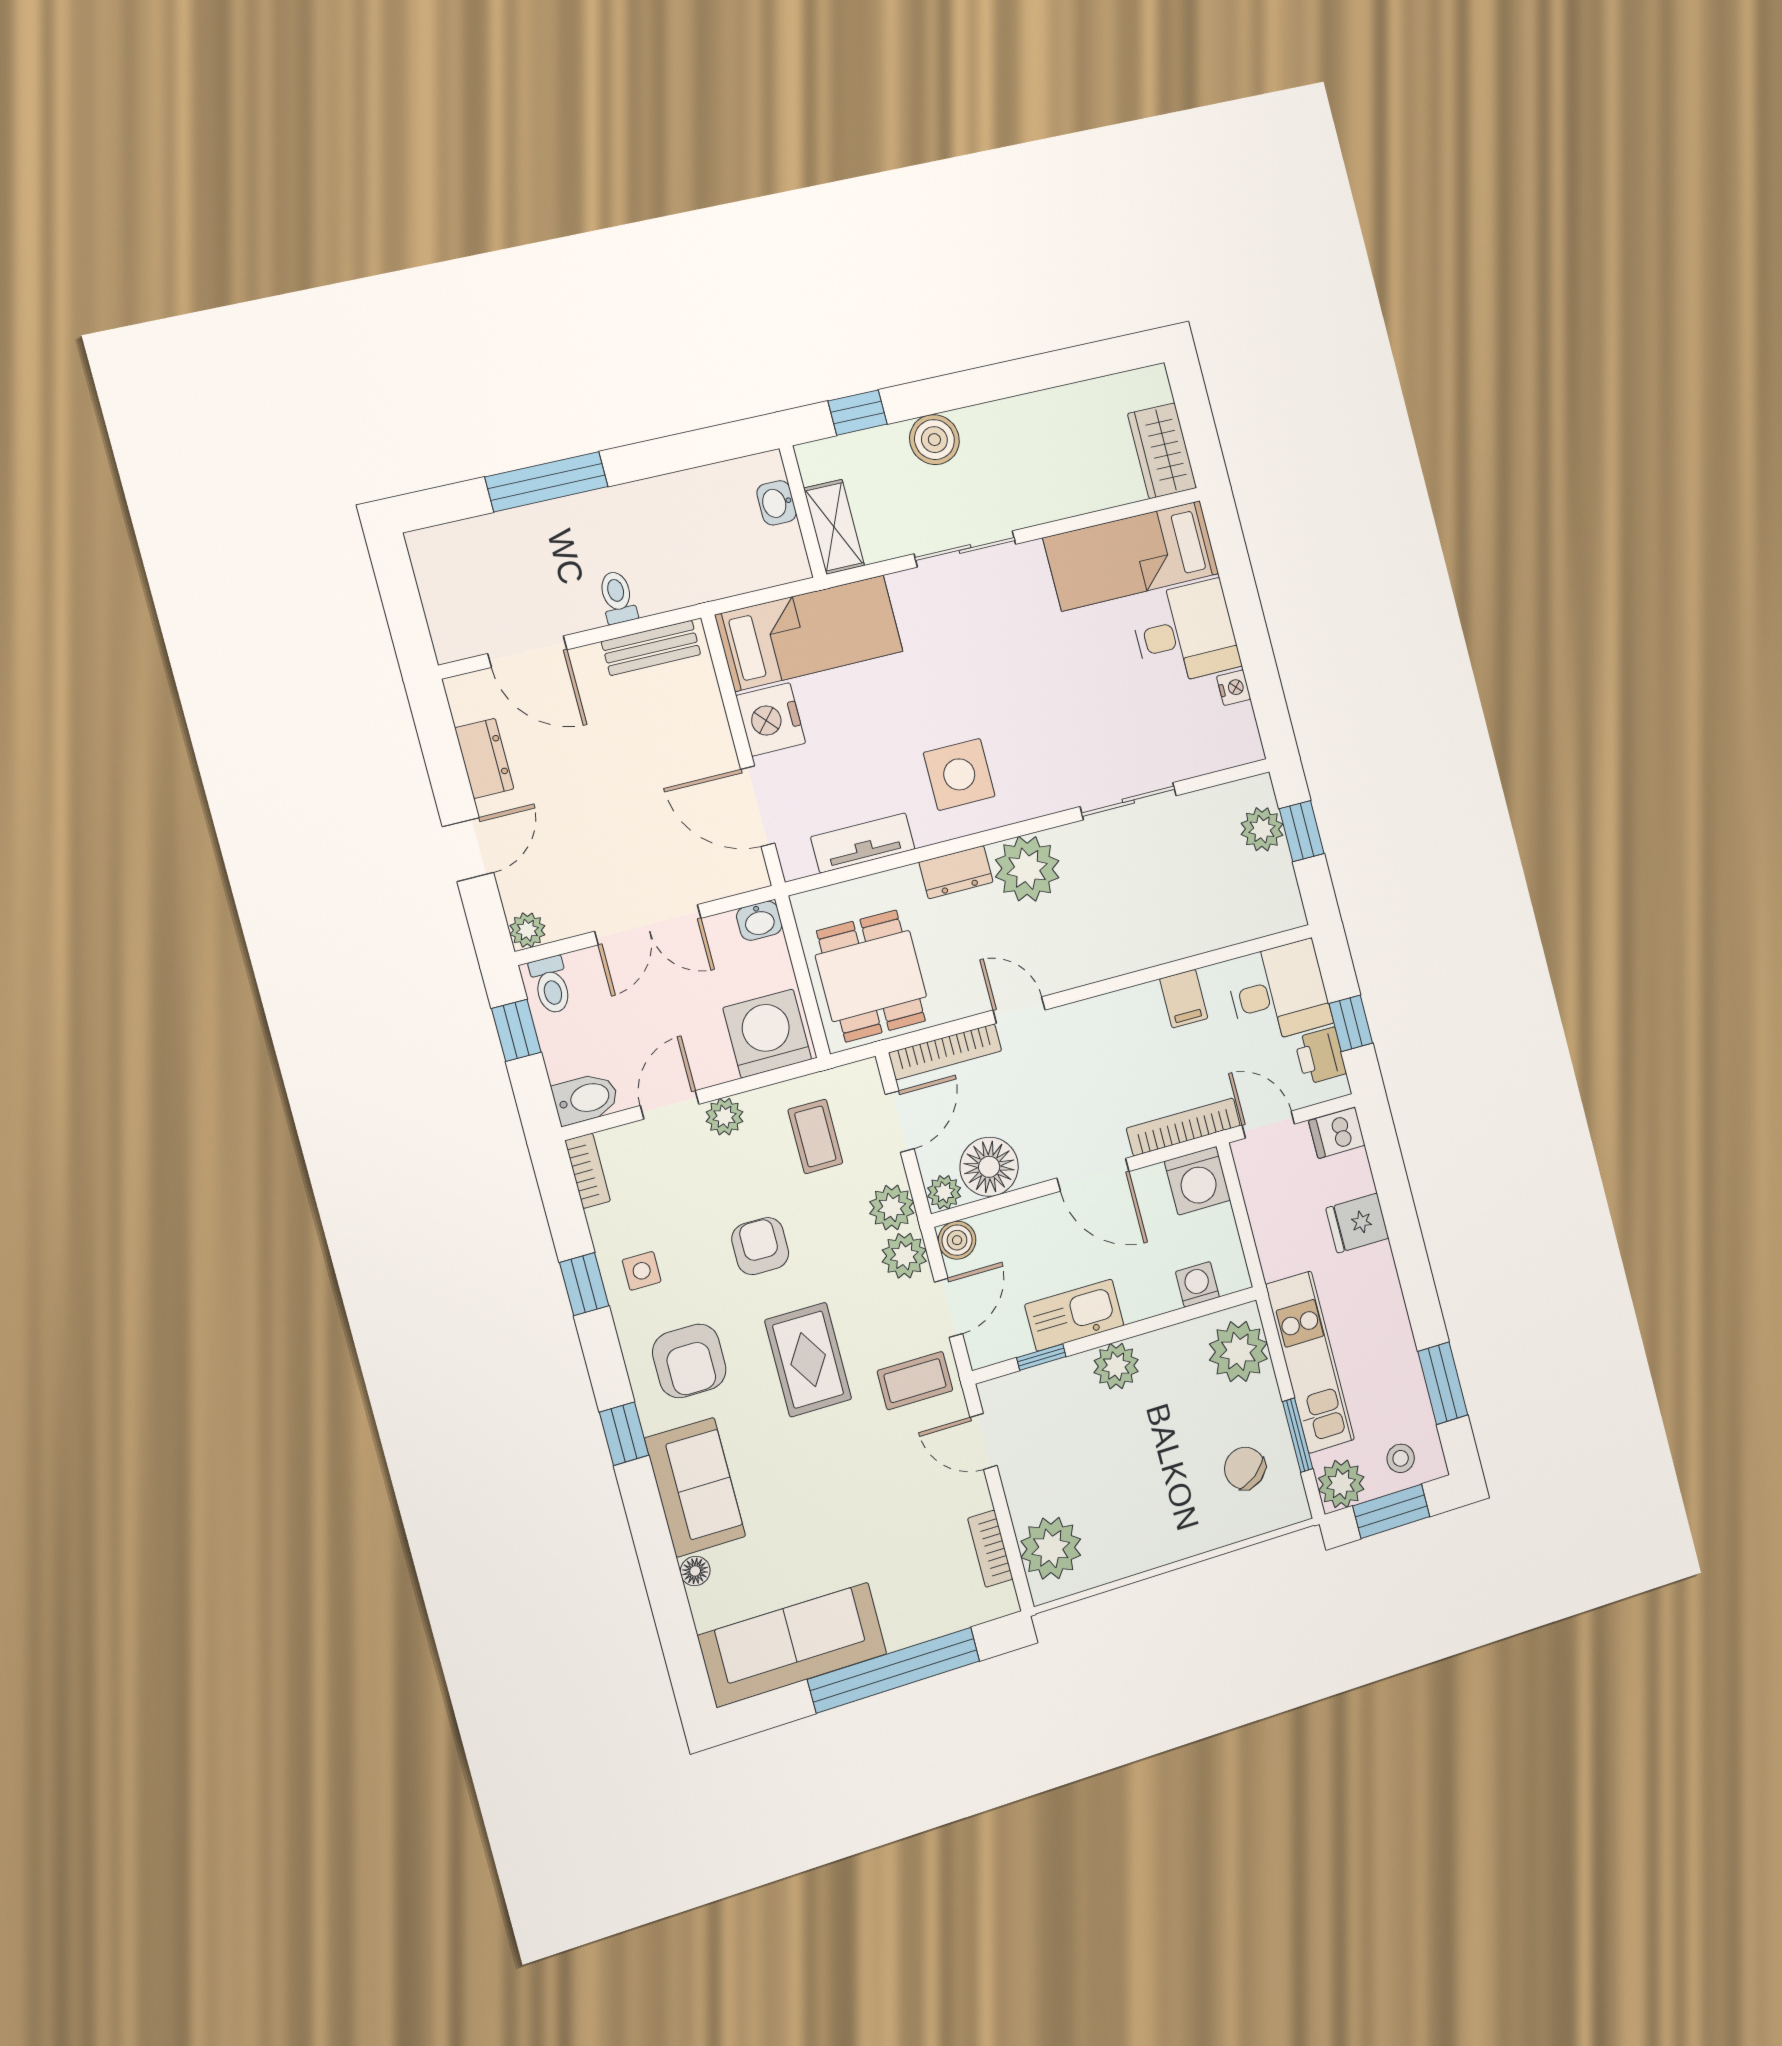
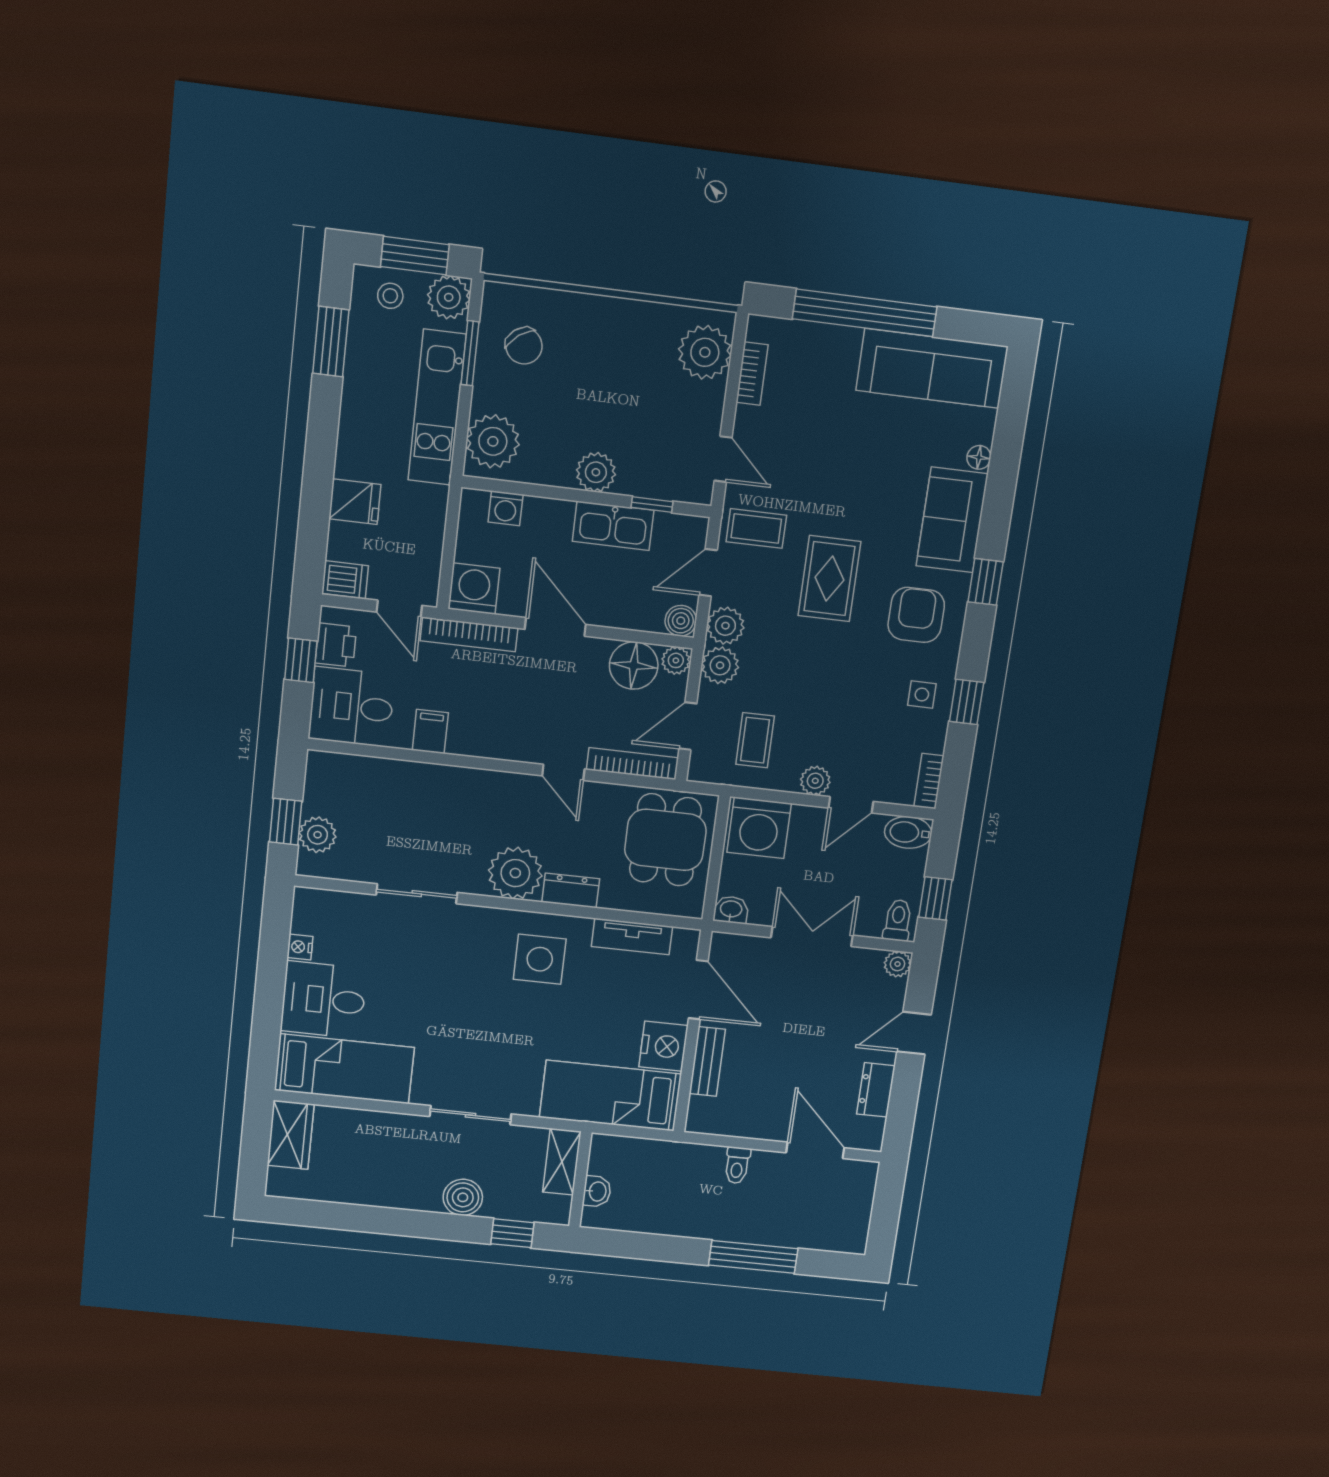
bench: (651, 648) -> (707, 1061), moved, turned 90
armchair: (760, 1246) -> (829, 677), removed

